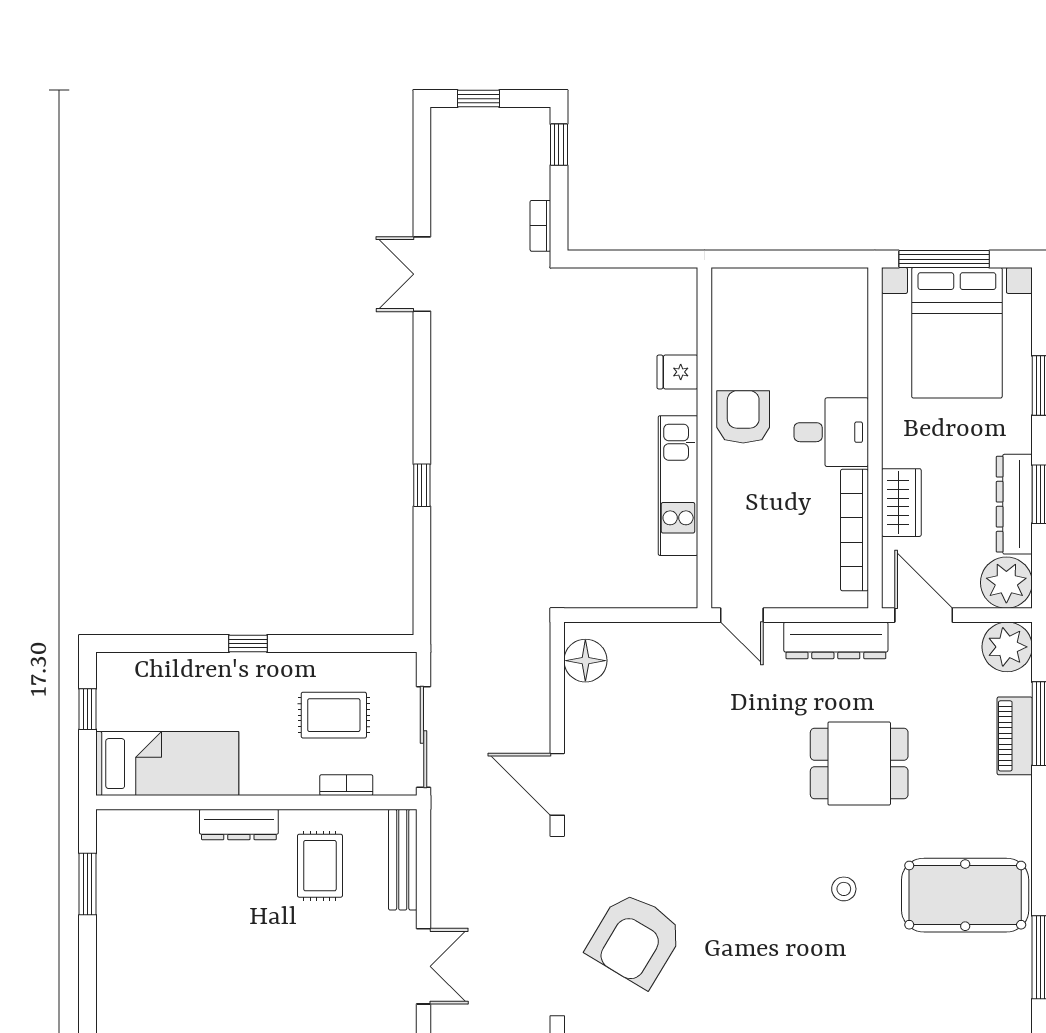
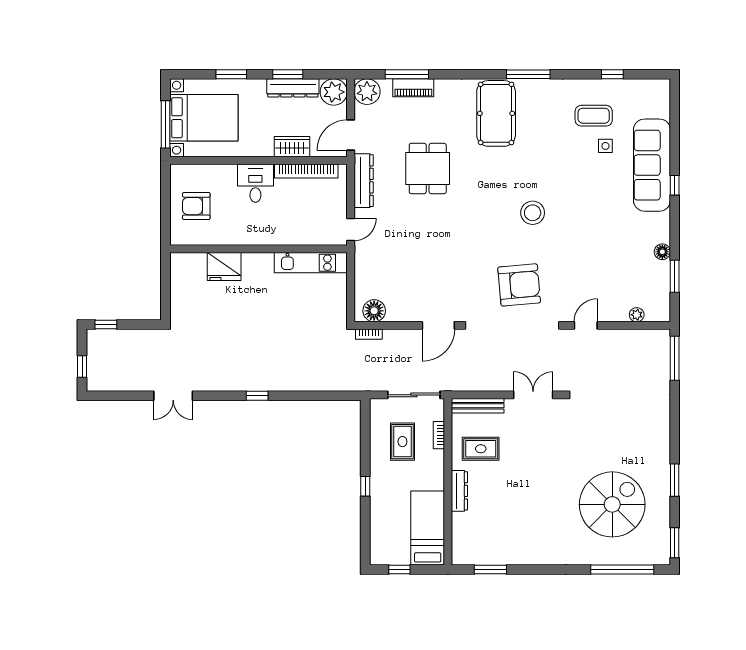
bookcase: (540, 226) -> (369, 334), moved
fridge: (677, 372) -> (224, 267), width x1.88, depth x1.34
armchair: (743, 417) -> (196, 206), moved
window: (422, 485) -> (257, 396), moved
kitchen unit: (678, 486) -> (311, 263), moved
stool: (844, 889) -> (533, 213), moved, width x1.89, depth x1.89
armchair: (635, 940) -> (519, 285), turned -36

